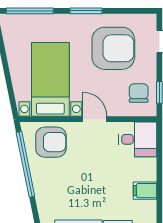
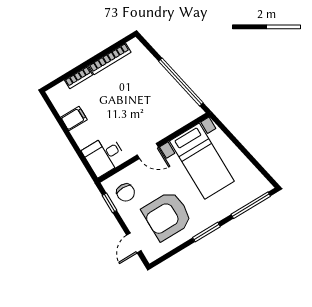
armchair: (51, 142) -> (171, 112), removed

